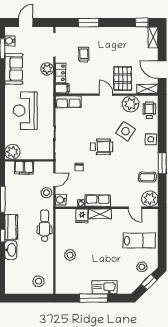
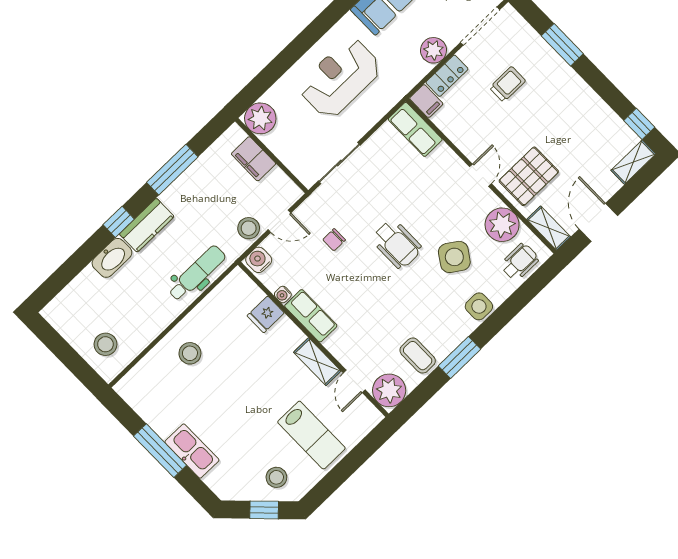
shelving: (100, 214) -> (317, 362), moved

